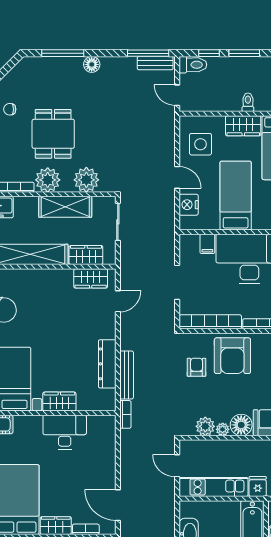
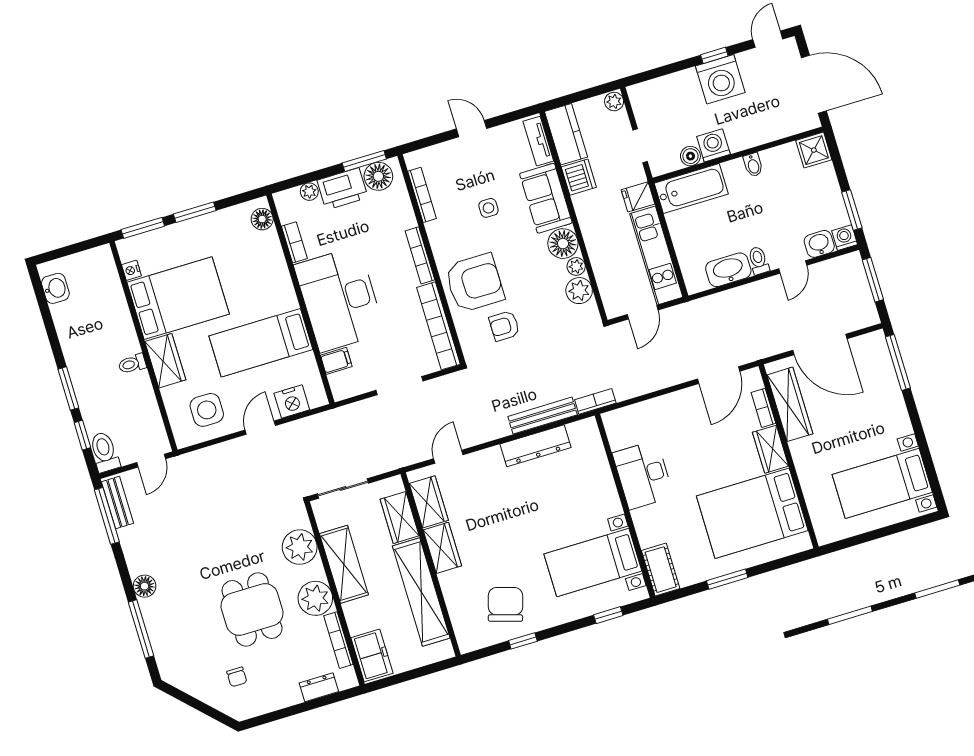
dining table: (53, 134) -> (252, 609), turned 90
door: (118, 301) -> (448, 457), hinge flipped
wardrobe: (59, 402) -> (442, 548), moved, turned 180

